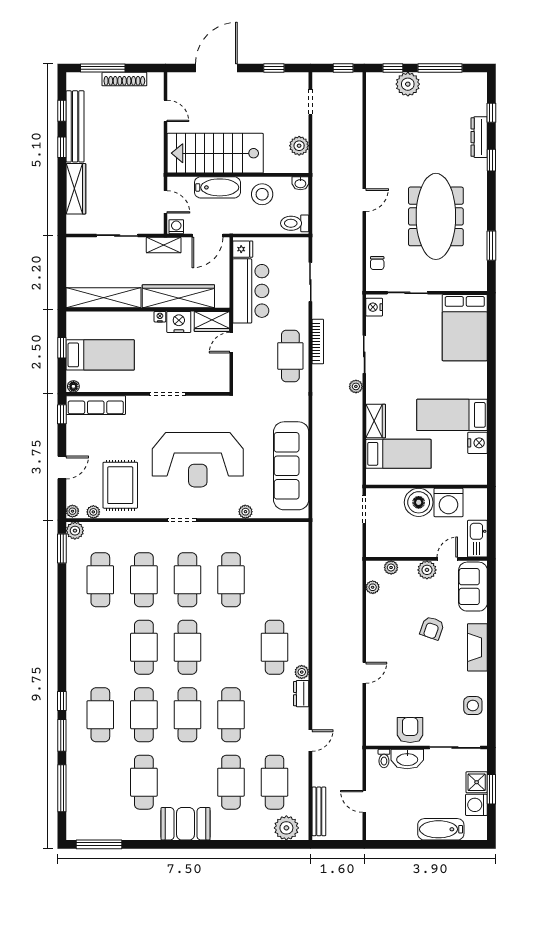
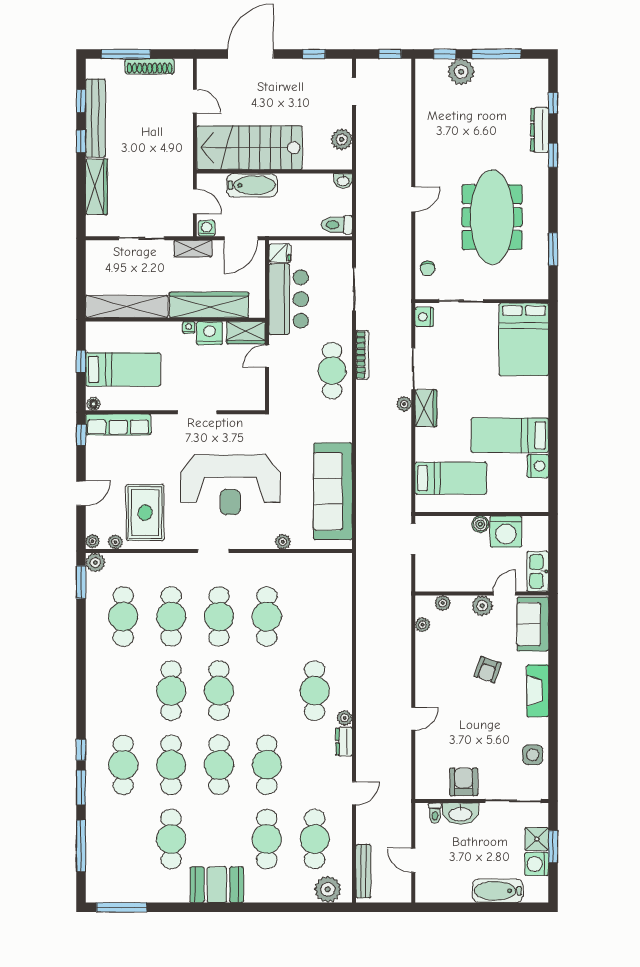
stool: (262, 194) -> (301, 193), removed
wardrobe: (376, 421) -> (426, 408), moved
boiler: (419, 502) -> (480, 524), width x0.54, depth x0.54

